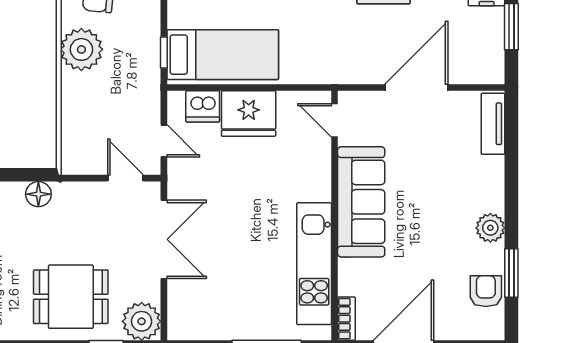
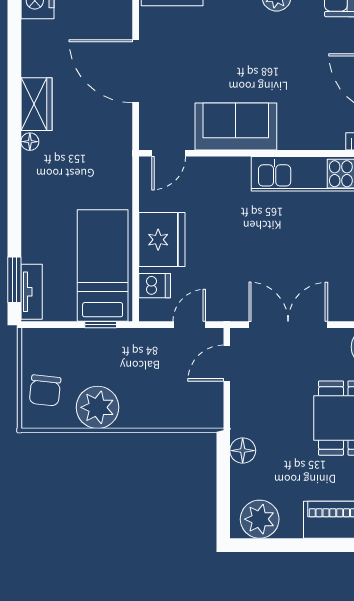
dishwasher: (203, 106) -> (155, 286), width x0.73
sofa: (361, 202) -> (236, 126), width x0.73

